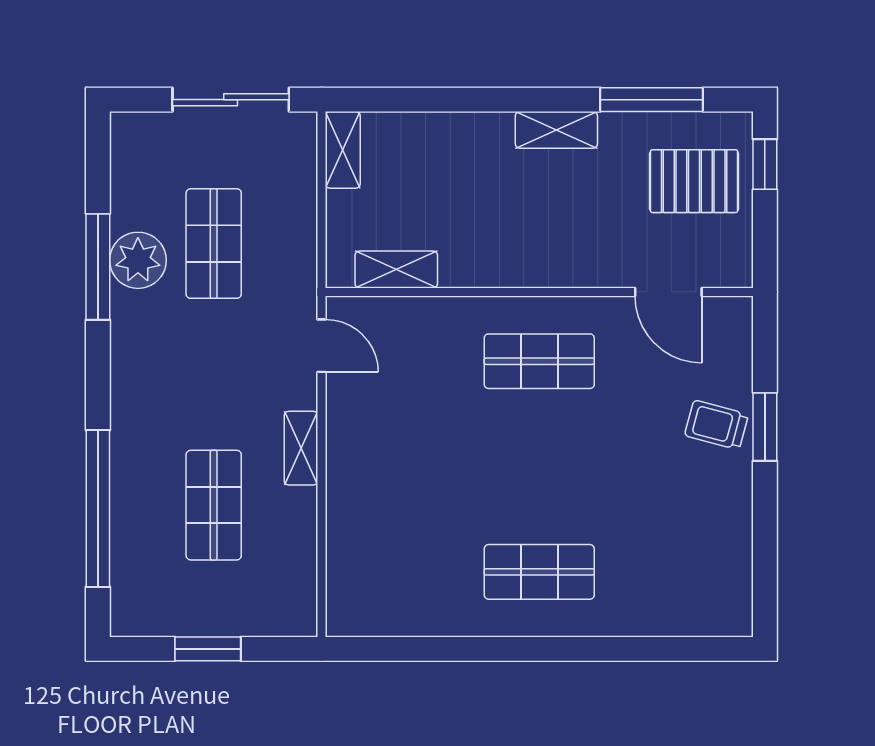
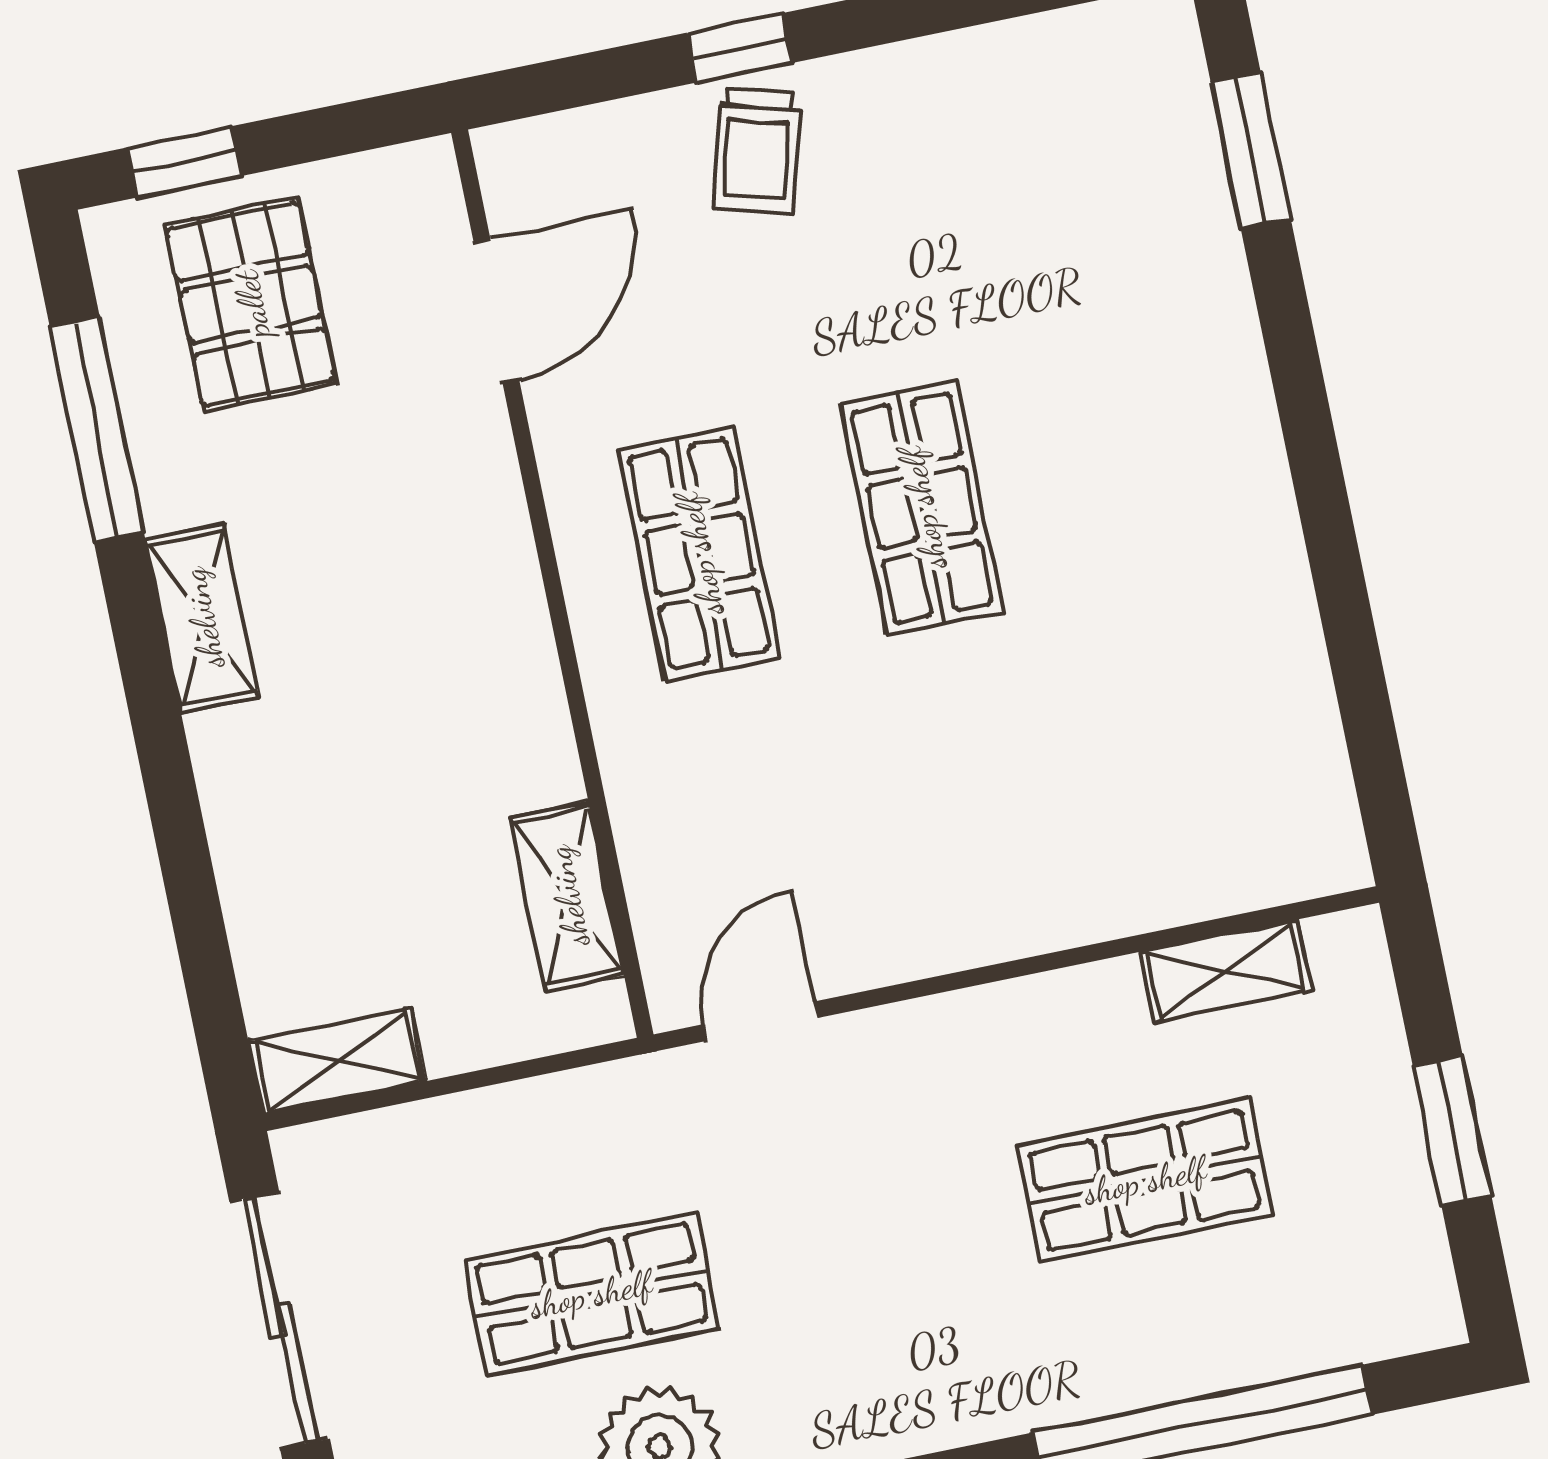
window: (765, 427) -> (740, 48), width x0.67
shelving: (301, 448) -> (1226, 971), moved
shop shelf: (539, 572) -> (922, 508), moved
window: (671, 649) -> (1251, 151), added

